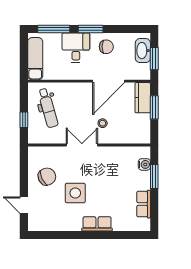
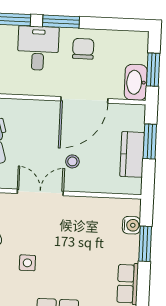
chair: (106, 47) -> (83, 49), turned -90
washbasin: (143, 51) -> (136, 82), moved
kitchen counter: (143, 98) -> (132, 154), moved
side table: (75, 193) -> (27, 263), width x0.54, depth x0.54

